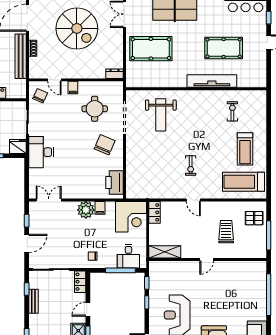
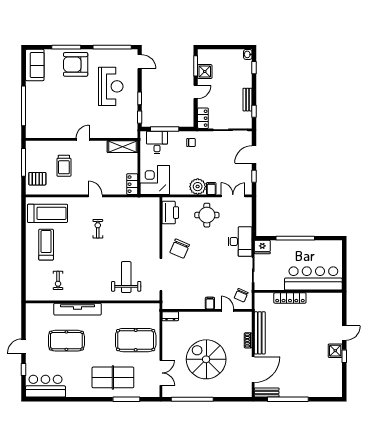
round table: (95, 109) -> (207, 215), moved
double door: (49, 200) -> (233, 196), swing flipped
filing cabinet: (100, 208) -> (211, 189), moved

